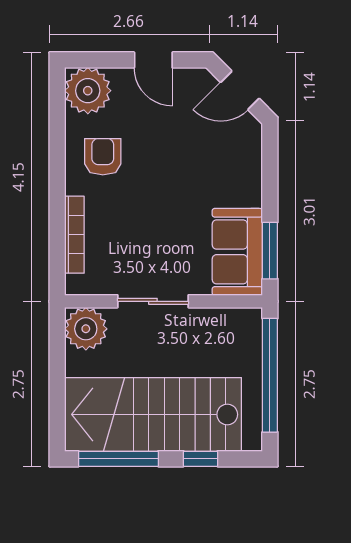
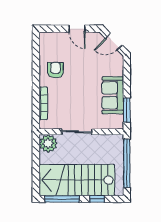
plant: (88, 91) -> (49, 42), removed
sofa: (237, 252) -> (113, 95), moved

